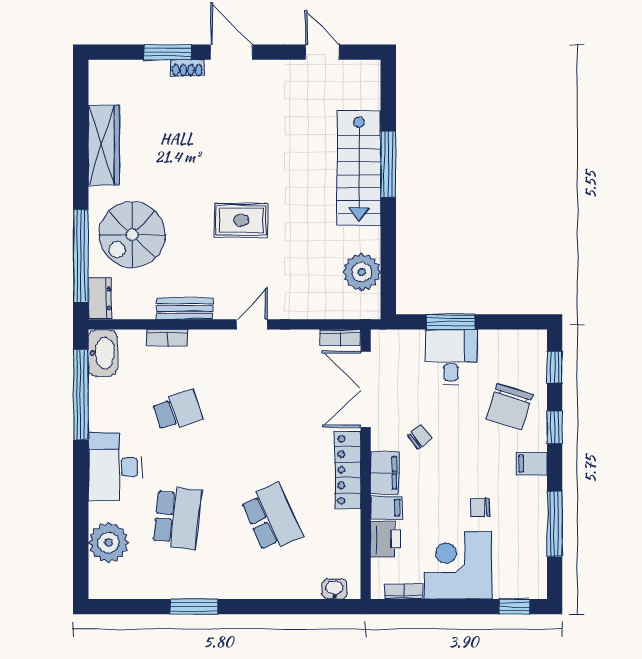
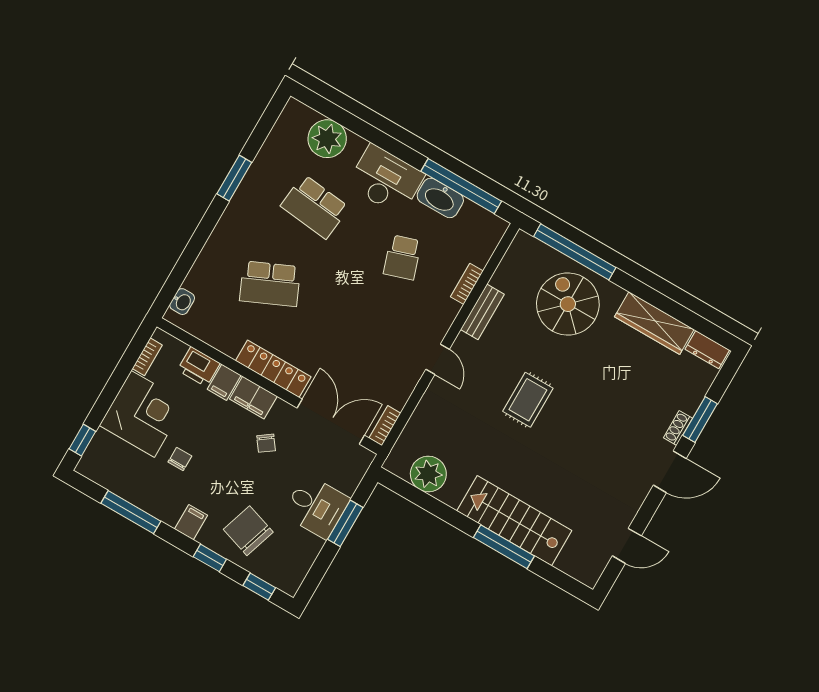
dresser: (100, 299) -> (707, 350), moved
washbasin: (103, 353) -> (440, 198), moved

